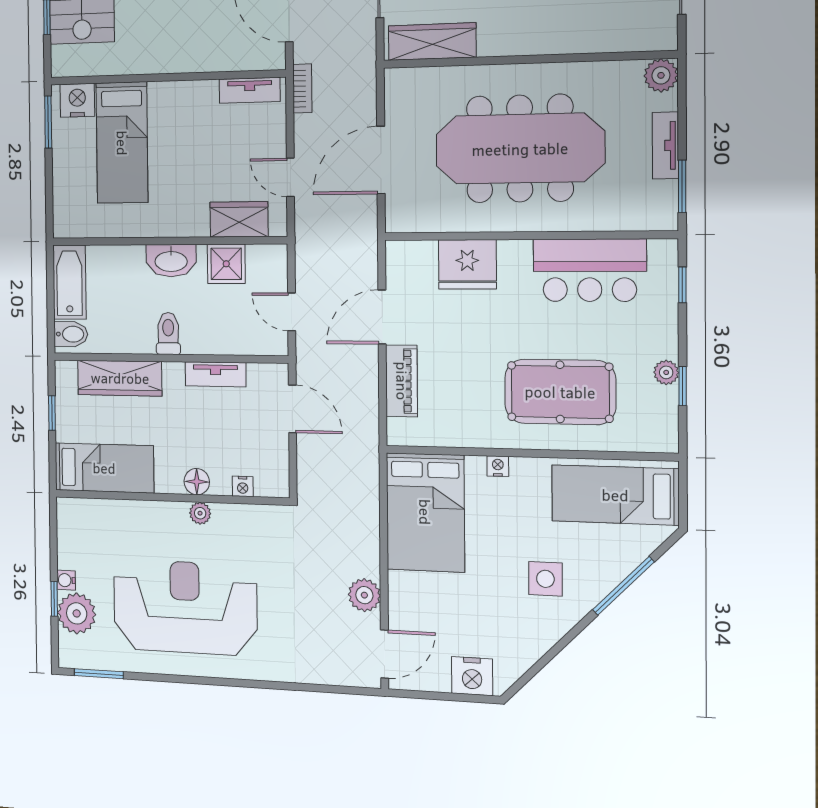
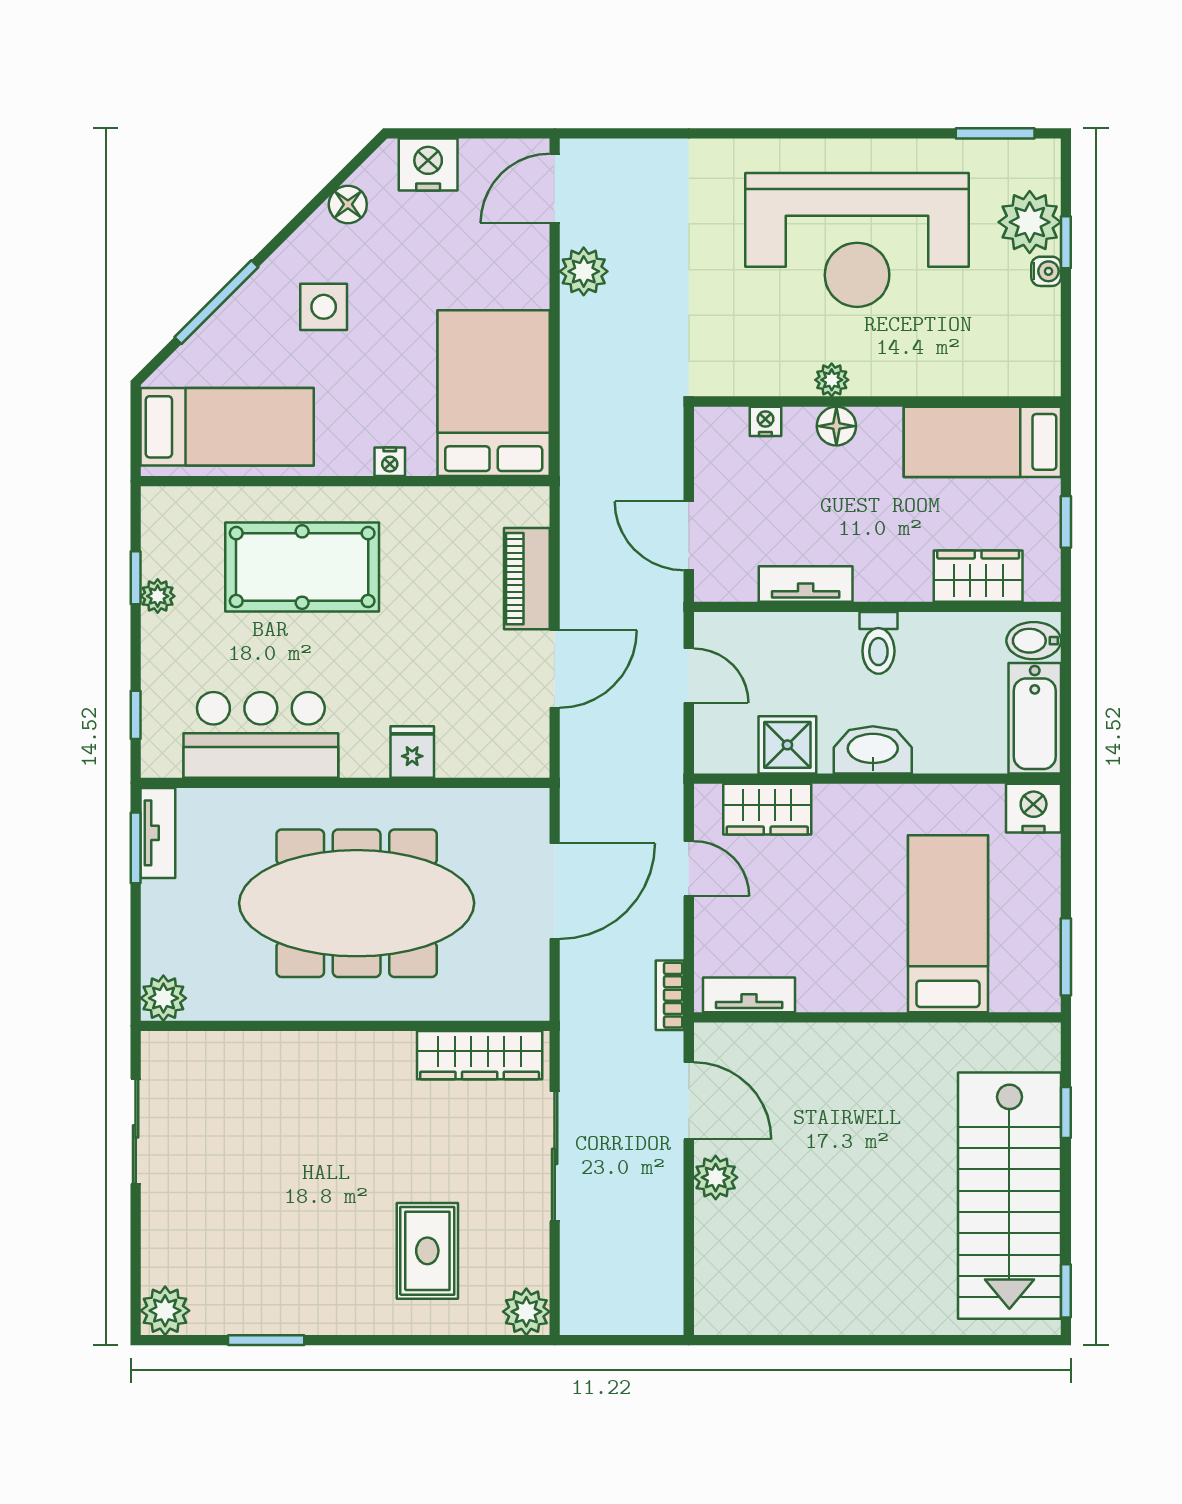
nightstand: (77, 100) -> (1034, 808), moved, turned 180
tv unit: (665, 145) -> (158, 833), moved
fridge: (467, 264) -> (412, 752), width x0.53, depth x0.75
wardrobe: (120, 378) -> (978, 576), width x0.67
floor lamp: (529, 651) -> (348, 204), added

